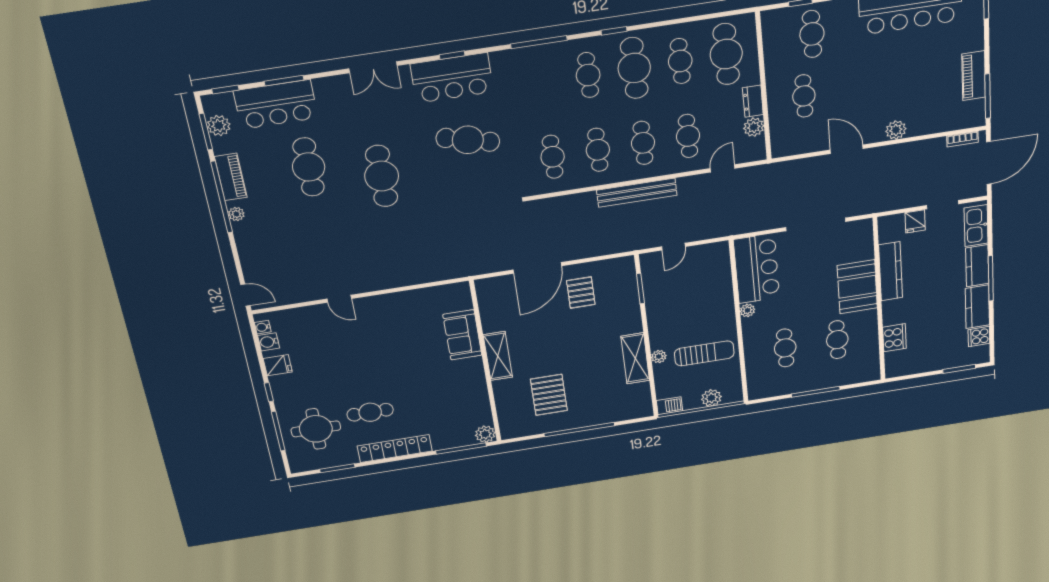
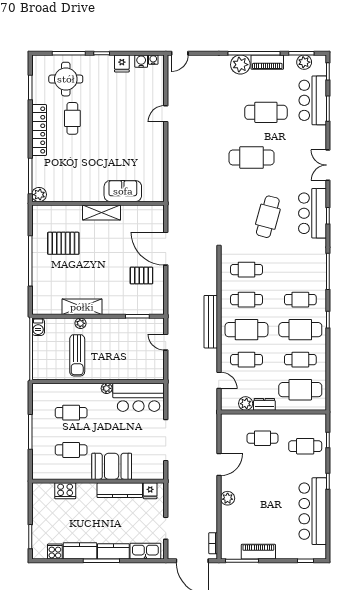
cafe table: (643, 143) -> (247, 330), width x1.37, depth x1.35
plant: (236, 214) -> (240, 65), width x1.87, depth x1.87
fridge: (915, 221) -> (150, 491), moved, turned -90
plant: (711, 398) -> (39, 357), removed

